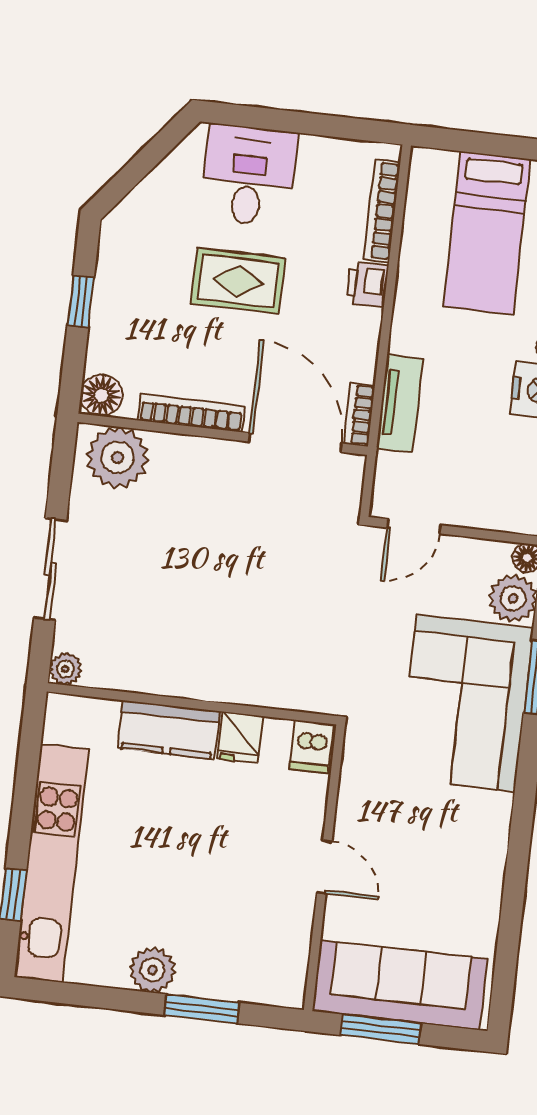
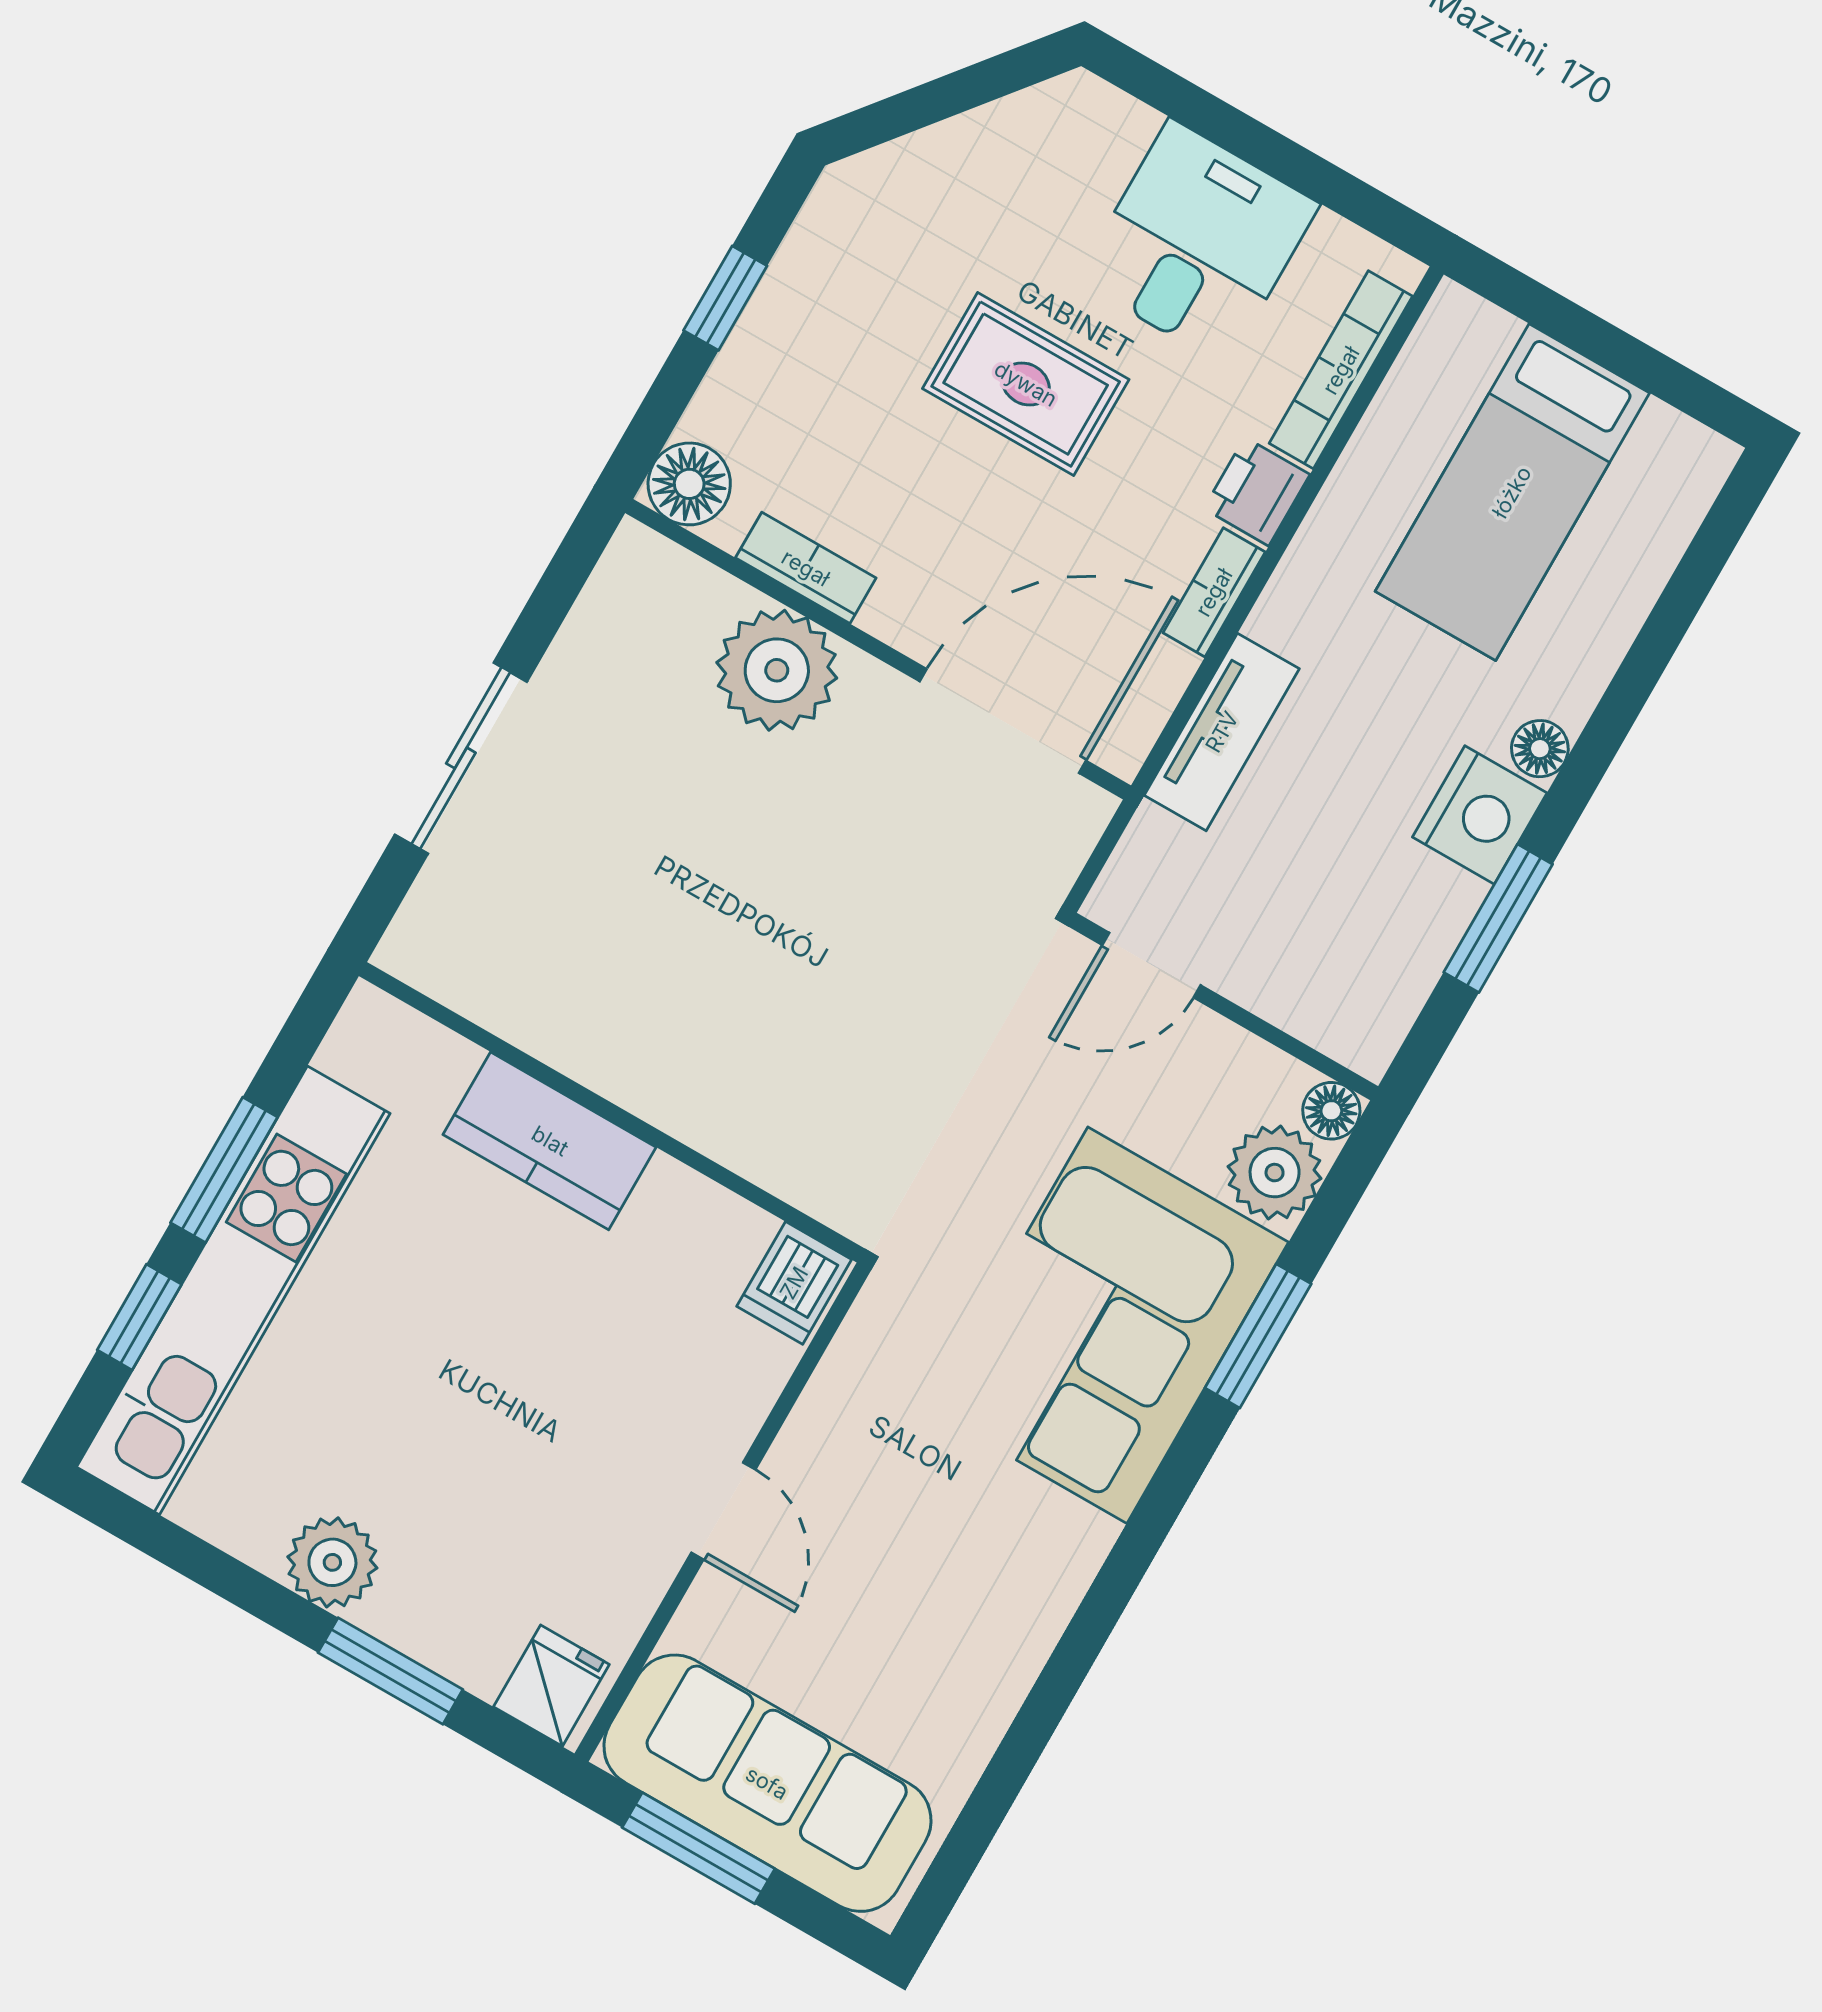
desk: (249, 175) -> (1198, 242), moved
bookcase: (191, 413) -> (806, 568), width x0.64
bookcase: (359, 415) -> (1214, 592), moved
door: (295, 443) -> (1003, 721), hinge flipped
plant: (117, 457) -> (777, 670), moved
plant: (65, 669) -> (410, 950), removed
fridge: (240, 738) -> (551, 1686), moved, turned 180
window: (23, 809) -> (224, 1170), added

